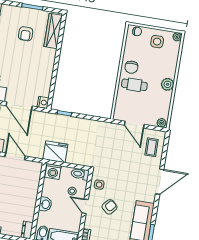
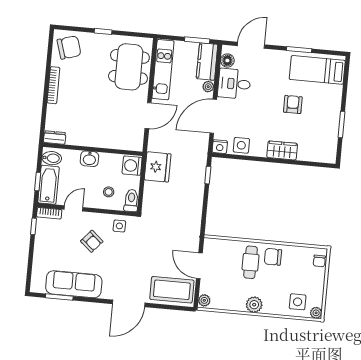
wardrobe: (53, 31) -> (282, 150), moved, width x0.67
armchair: (26, 34) -> (293, 104), moved, turned 90
side table: (157, 42) -> (298, 302), moved
side table: (43, 86) -> (241, 145), added
door: (134, 125) -> (199, 266), hinge flipped
coffee table: (151, 147) -> (172, 290), width x1.86, depth x1.72
door: (160, 182) -> (129, 303), hinge flipped
door: (85, 206) -> (74, 208), moved

